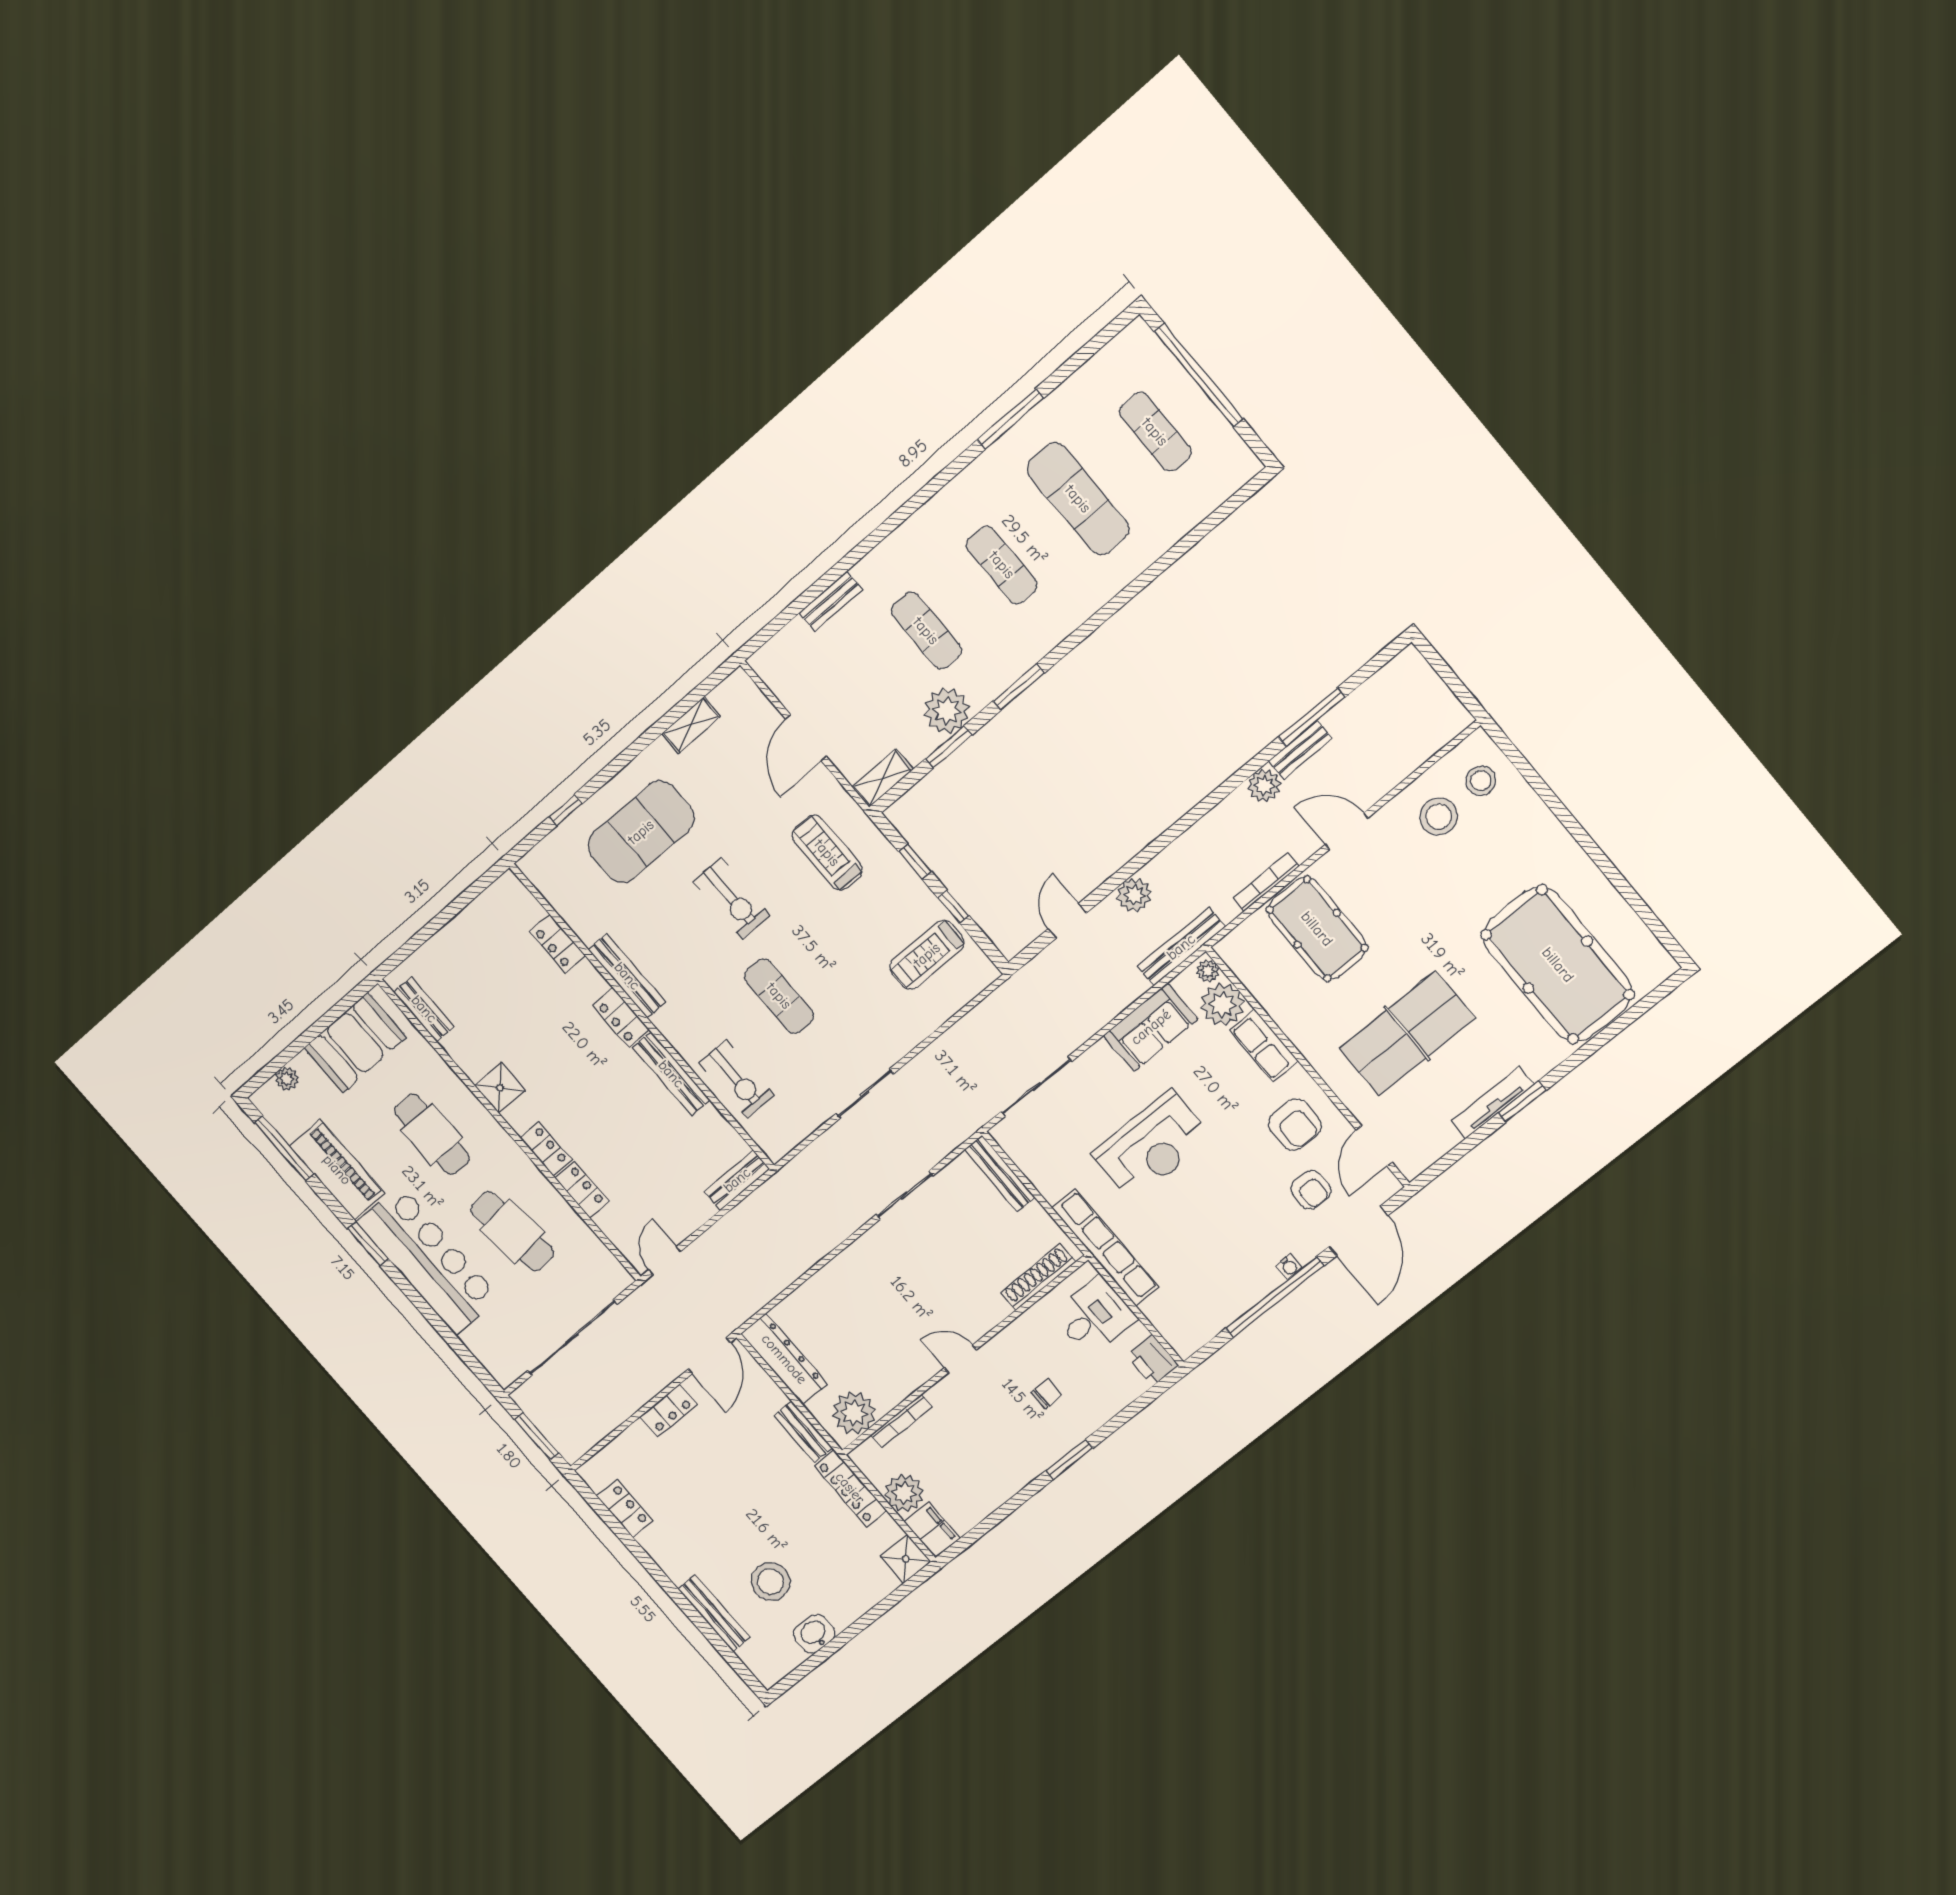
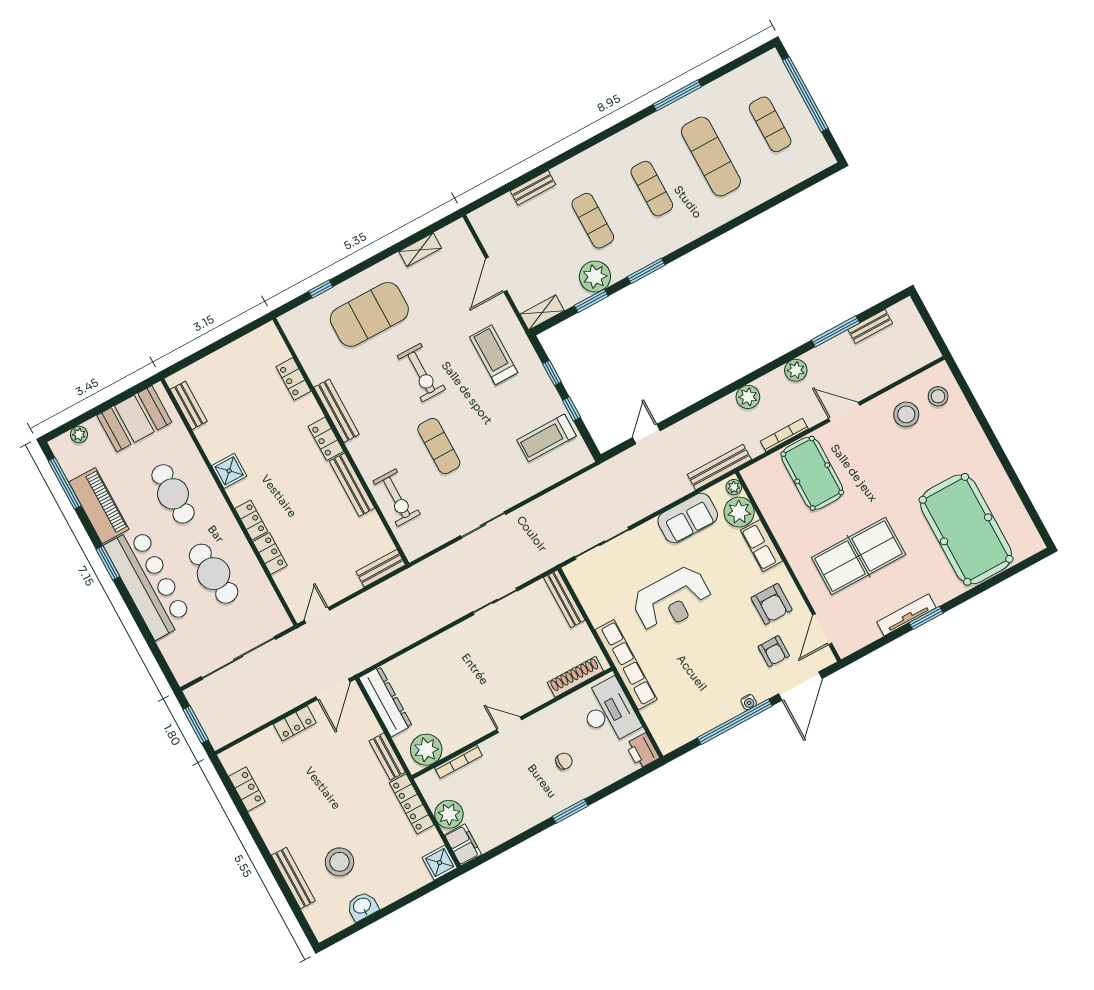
bench: (1300, 750) -> (870, 326), moved
plant: (1134, 895) -> (748, 397), moved
desk: (1094, 1316) -> (609, 712), width x1.37

